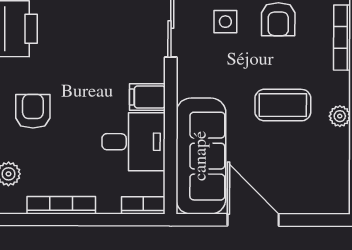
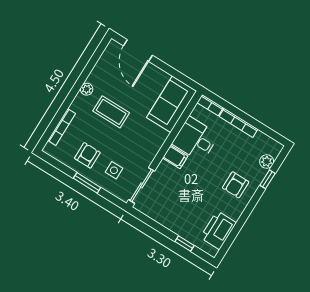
sofa: (201, 156) -> (172, 104), width x0.73
bookcase: (61, 205) -> (239, 123), moved
door: (253, 220) -> (138, 50), moved

